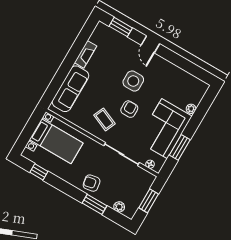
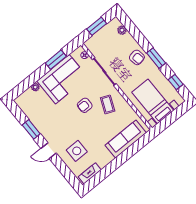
window: (121, 27) -> (31, 129), moved
door: (150, 44) -> (49, 151), swing flipped
fireplace: (85, 54) -> (90, 173), moved
side table: (133, 81) -> (77, 151), moved
window: (95, 204) -> (156, 58), moved

